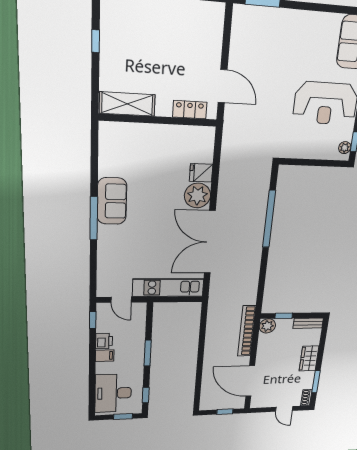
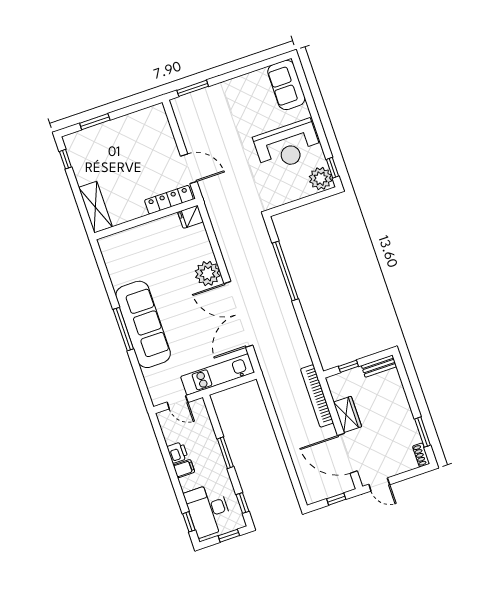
window: (96, 41) -> (65, 159), moved
shelving: (127, 104) -> (95, 207), moved, turned 90
locker: (190, 110) -> (169, 200), width x1.53
plant: (345, 148) -> (321, 179), width x1.88, depth x1.88
fridge: (201, 173) -> (190, 217), moved
sofa: (112, 201) -> (143, 324), width x1.85, depth x1.27
window: (93, 320) -> (189, 522), moved
plant: (267, 326) -> (336, 383), removed
wardrobe: (309, 358) -> (348, 414), moved, turned 180
door: (284, 409) -> (379, 484), moved

